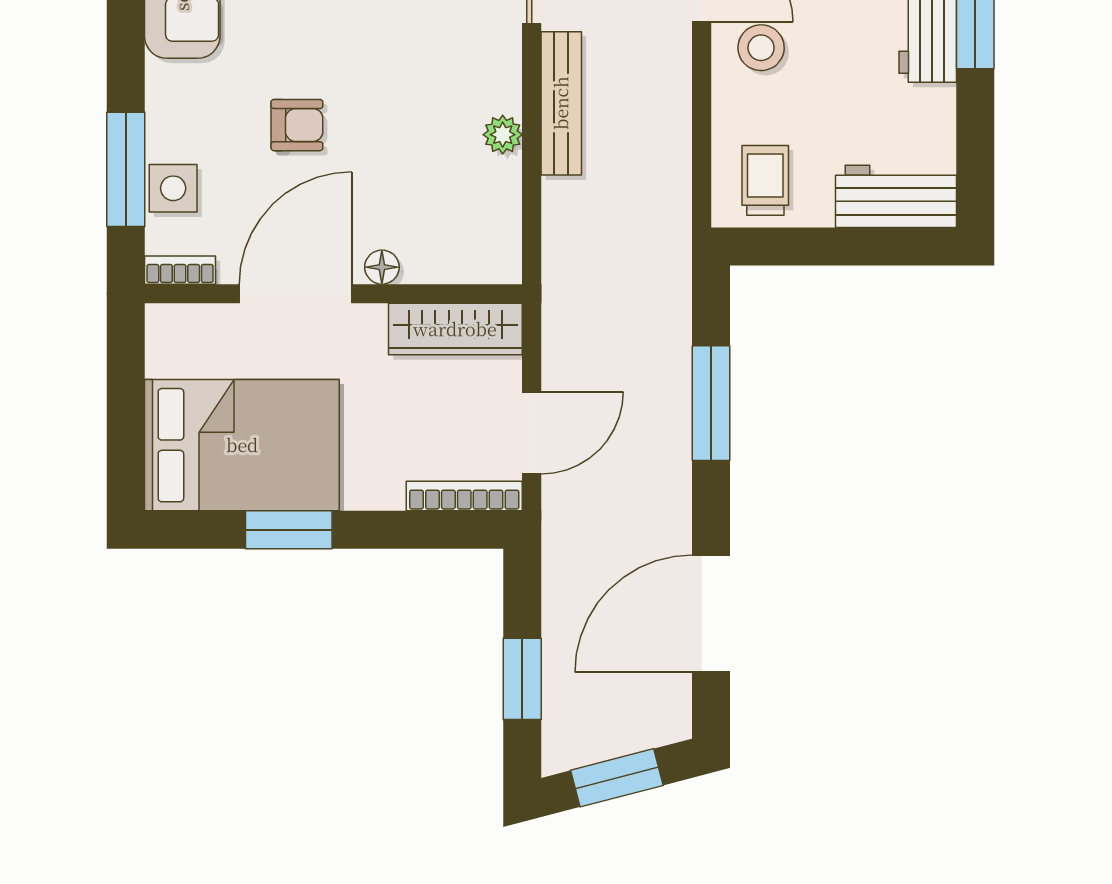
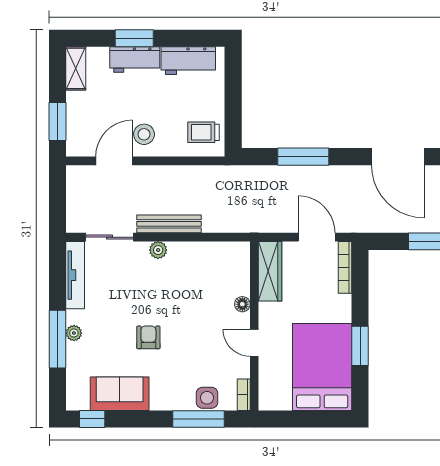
armchair: (297, 125) -> (148, 337), moved
plant: (503, 135) -> (158, 250), moved
workbench: (896, 196) -> (188, 61), moved, turned -90
door: (296, 294) -> (254, 343), width x0.53

